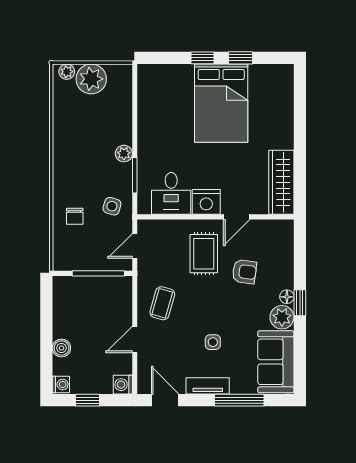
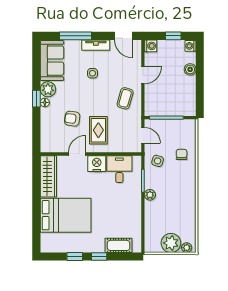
cot: (172, 75) -> (119, 245), added
bed: (221, 103) -> (66, 215), moved, turned 90
door: (135, 246) -> (143, 135), hinge flipped

